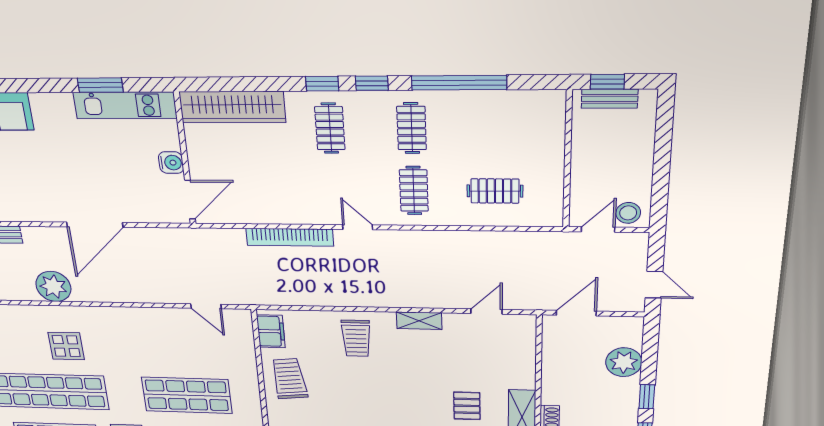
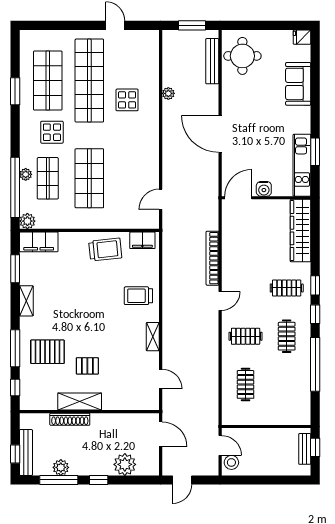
clothes rail: (412, 128) -> (287, 336), turned 90
door: (190, 200) -> (238, 198), swing flipped
plant: (53, 286) -> (168, 93), width x0.53, depth x0.53

